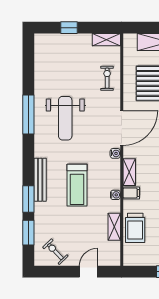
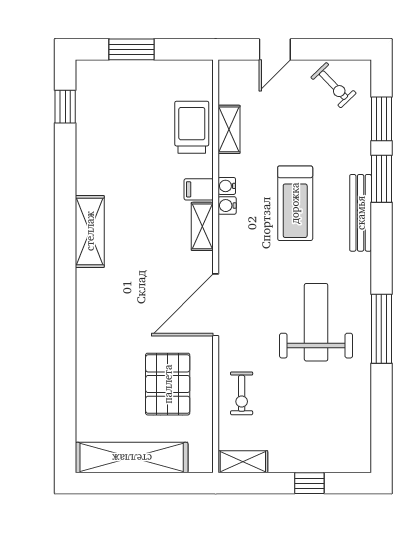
water cooler: (115, 153) -> (227, 206), moved
treadmill: (77, 185) -> (295, 203), turned 180

